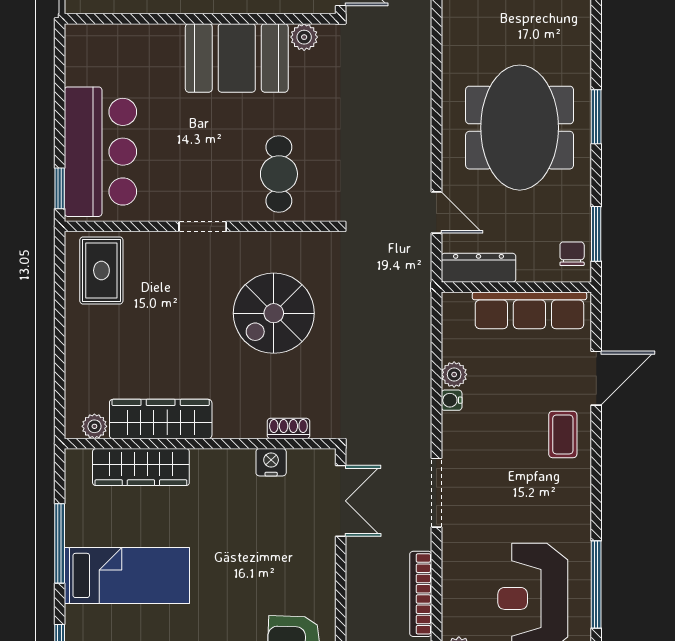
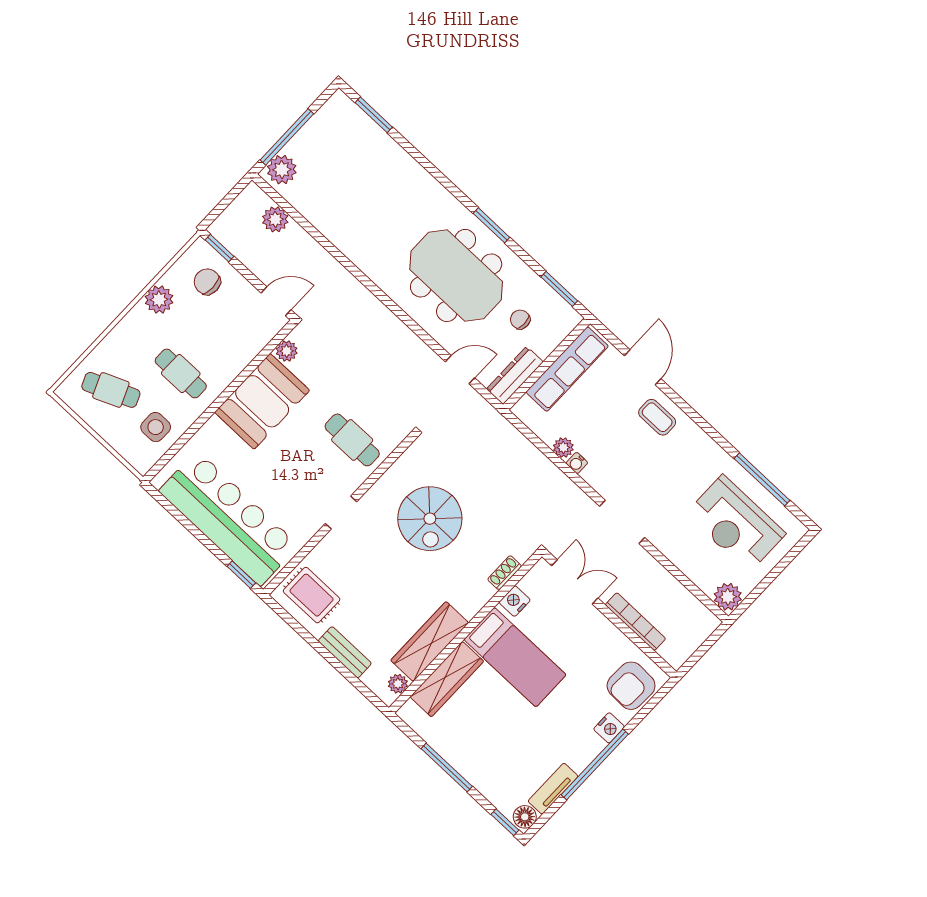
bar counter: (100, 152) -> (229, 518), width x1.36
chair: (572, 254) -> (520, 319), moved
bench: (78, 350) -> (345, 652), added
bed: (127, 575) -> (515, 657), moved, turned 90
bookcase: (421, 594) -> (635, 622), moved, turned 180

